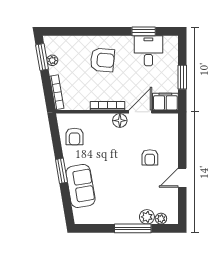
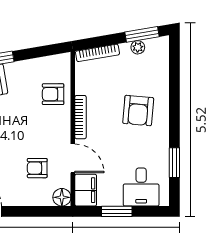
desk: (148, 51) -> (141, 187), moved, turned 90
floor lamp: (120, 121) -> (62, 197), moved
armchair: (75, 136) -> (53, 94), moved
armchair: (150, 157) -> (37, 168), moved

